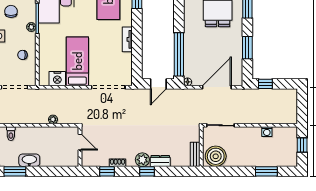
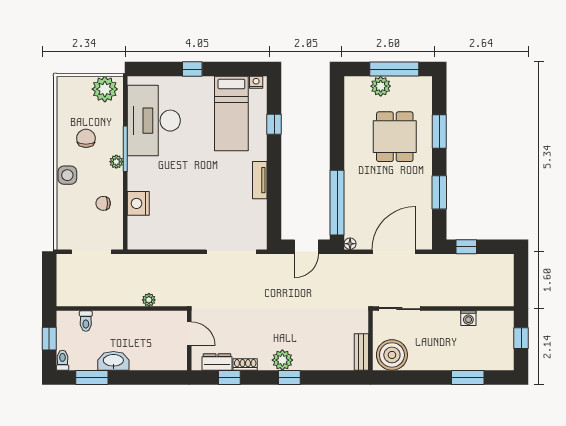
bed: (77, 61) -> (185, 213), removed
nightstand: (57, 79) -> (138, 203), moved, turned 90
dresser: (160, 161) -> (217, 362), moved

